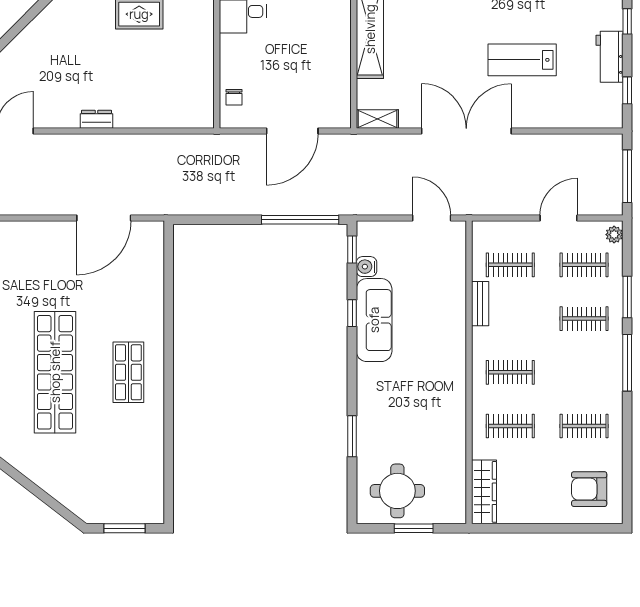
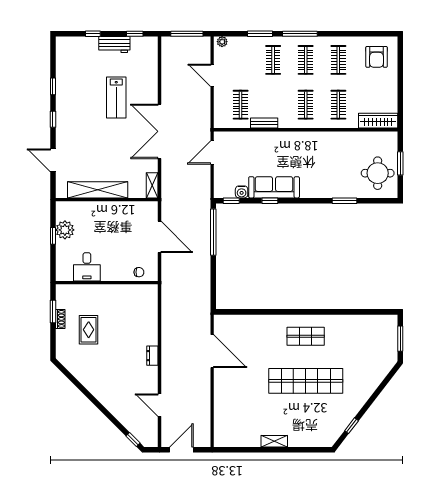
clothes rail: (584, 265) -> (306, 60), moved

